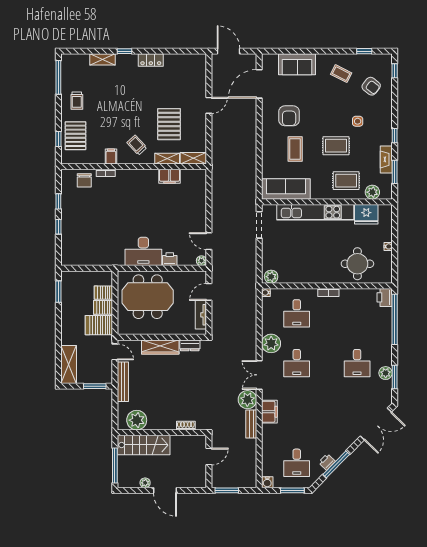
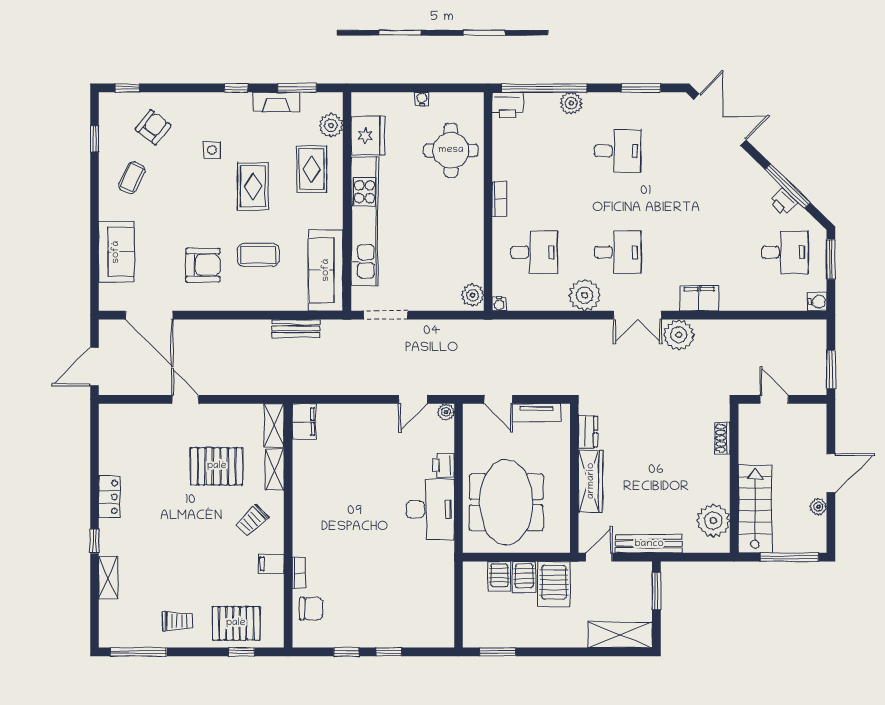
filing cabinet: (170, 176) -> (304, 421), moved
plant: (386, 373) -> (571, 103), moved
bench: (251, 424) -> (296, 329), moved

